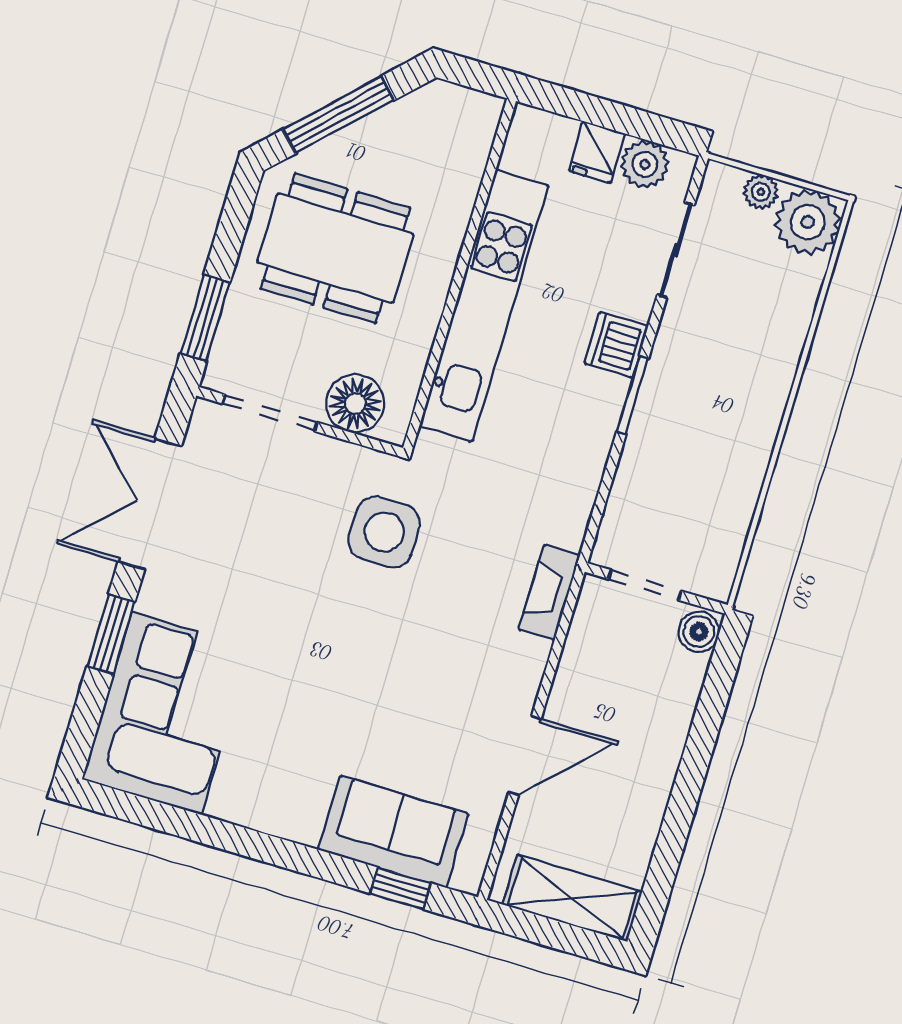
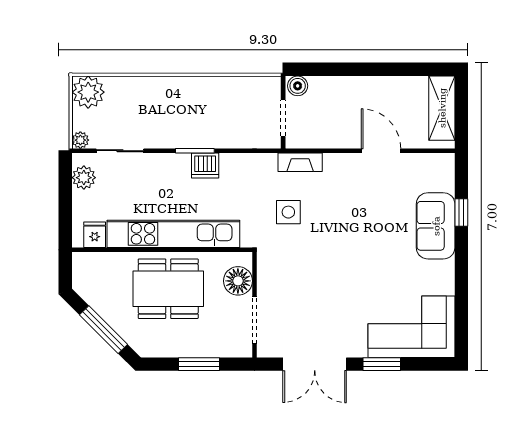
fridge: (597, 152) -> (95, 235), moved, turned -90
plant: (761, 192) -> (80, 140), moved
dining table: (335, 248) -> (168, 289), moved, turned 90
window: (205, 318) -> (199, 364), moved
dishwasher: (616, 345) -> (205, 165), moved
side table: (384, 532) -> (288, 212), moved, width x0.73, depth x0.73
sofa: (393, 832) -> (436, 226), moved
window: (401, 888) -> (461, 212), moved

